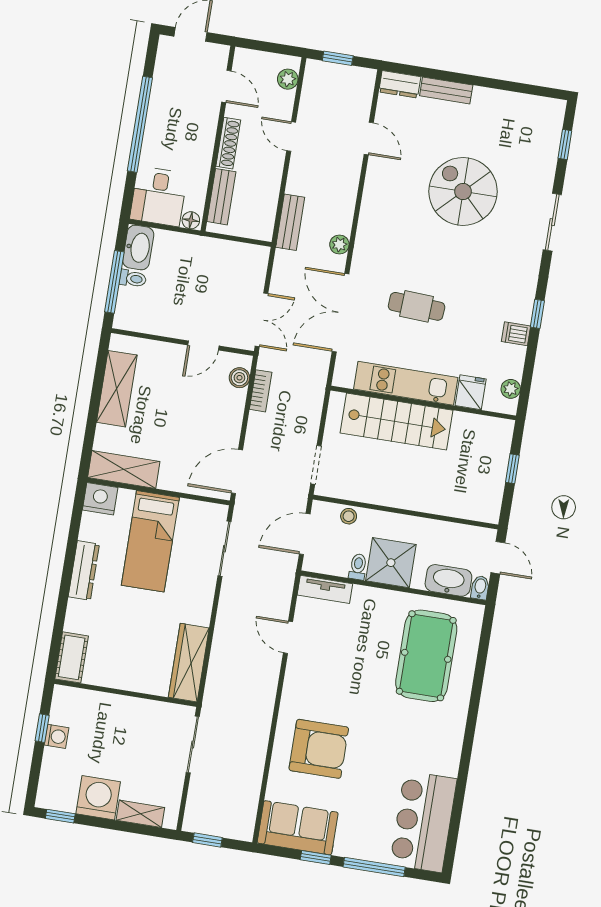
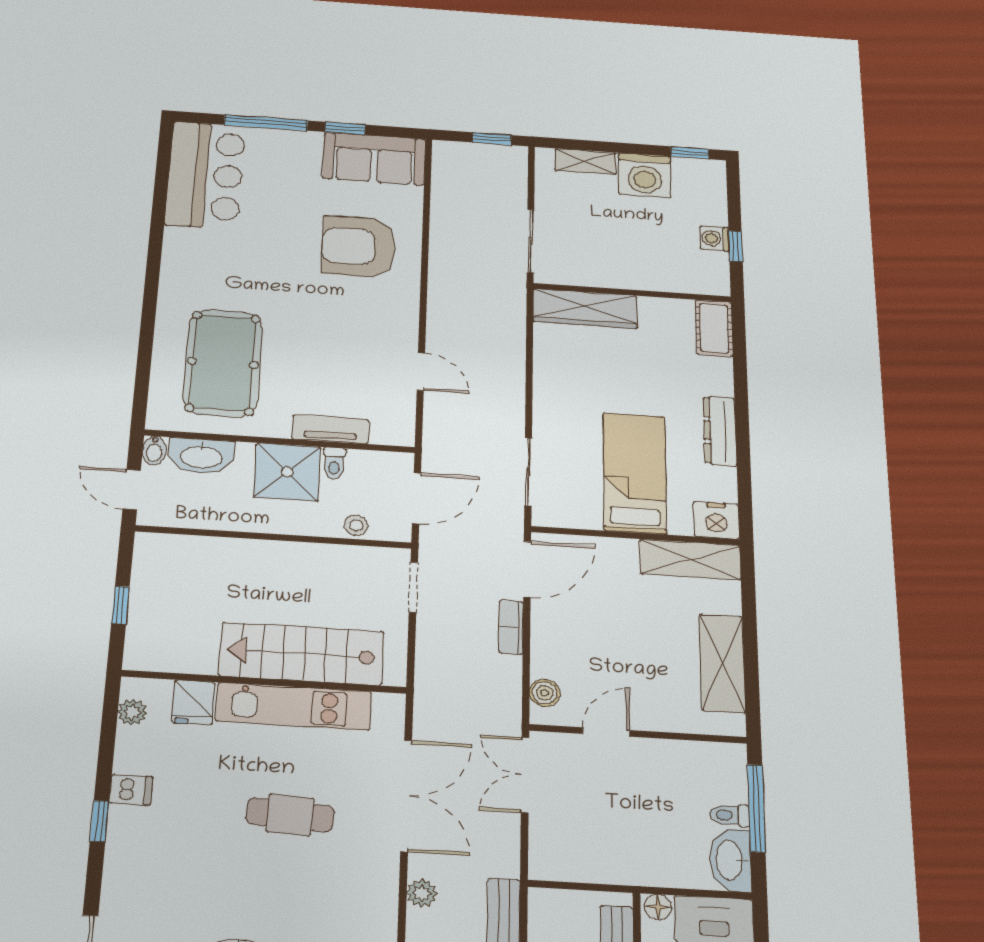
bookcase: (261, 391) -> (511, 627), moved
tv unit: (325, 589) -> (330, 429), moved
wardrobe: (189, 663) -> (585, 309), moved, turned 90

